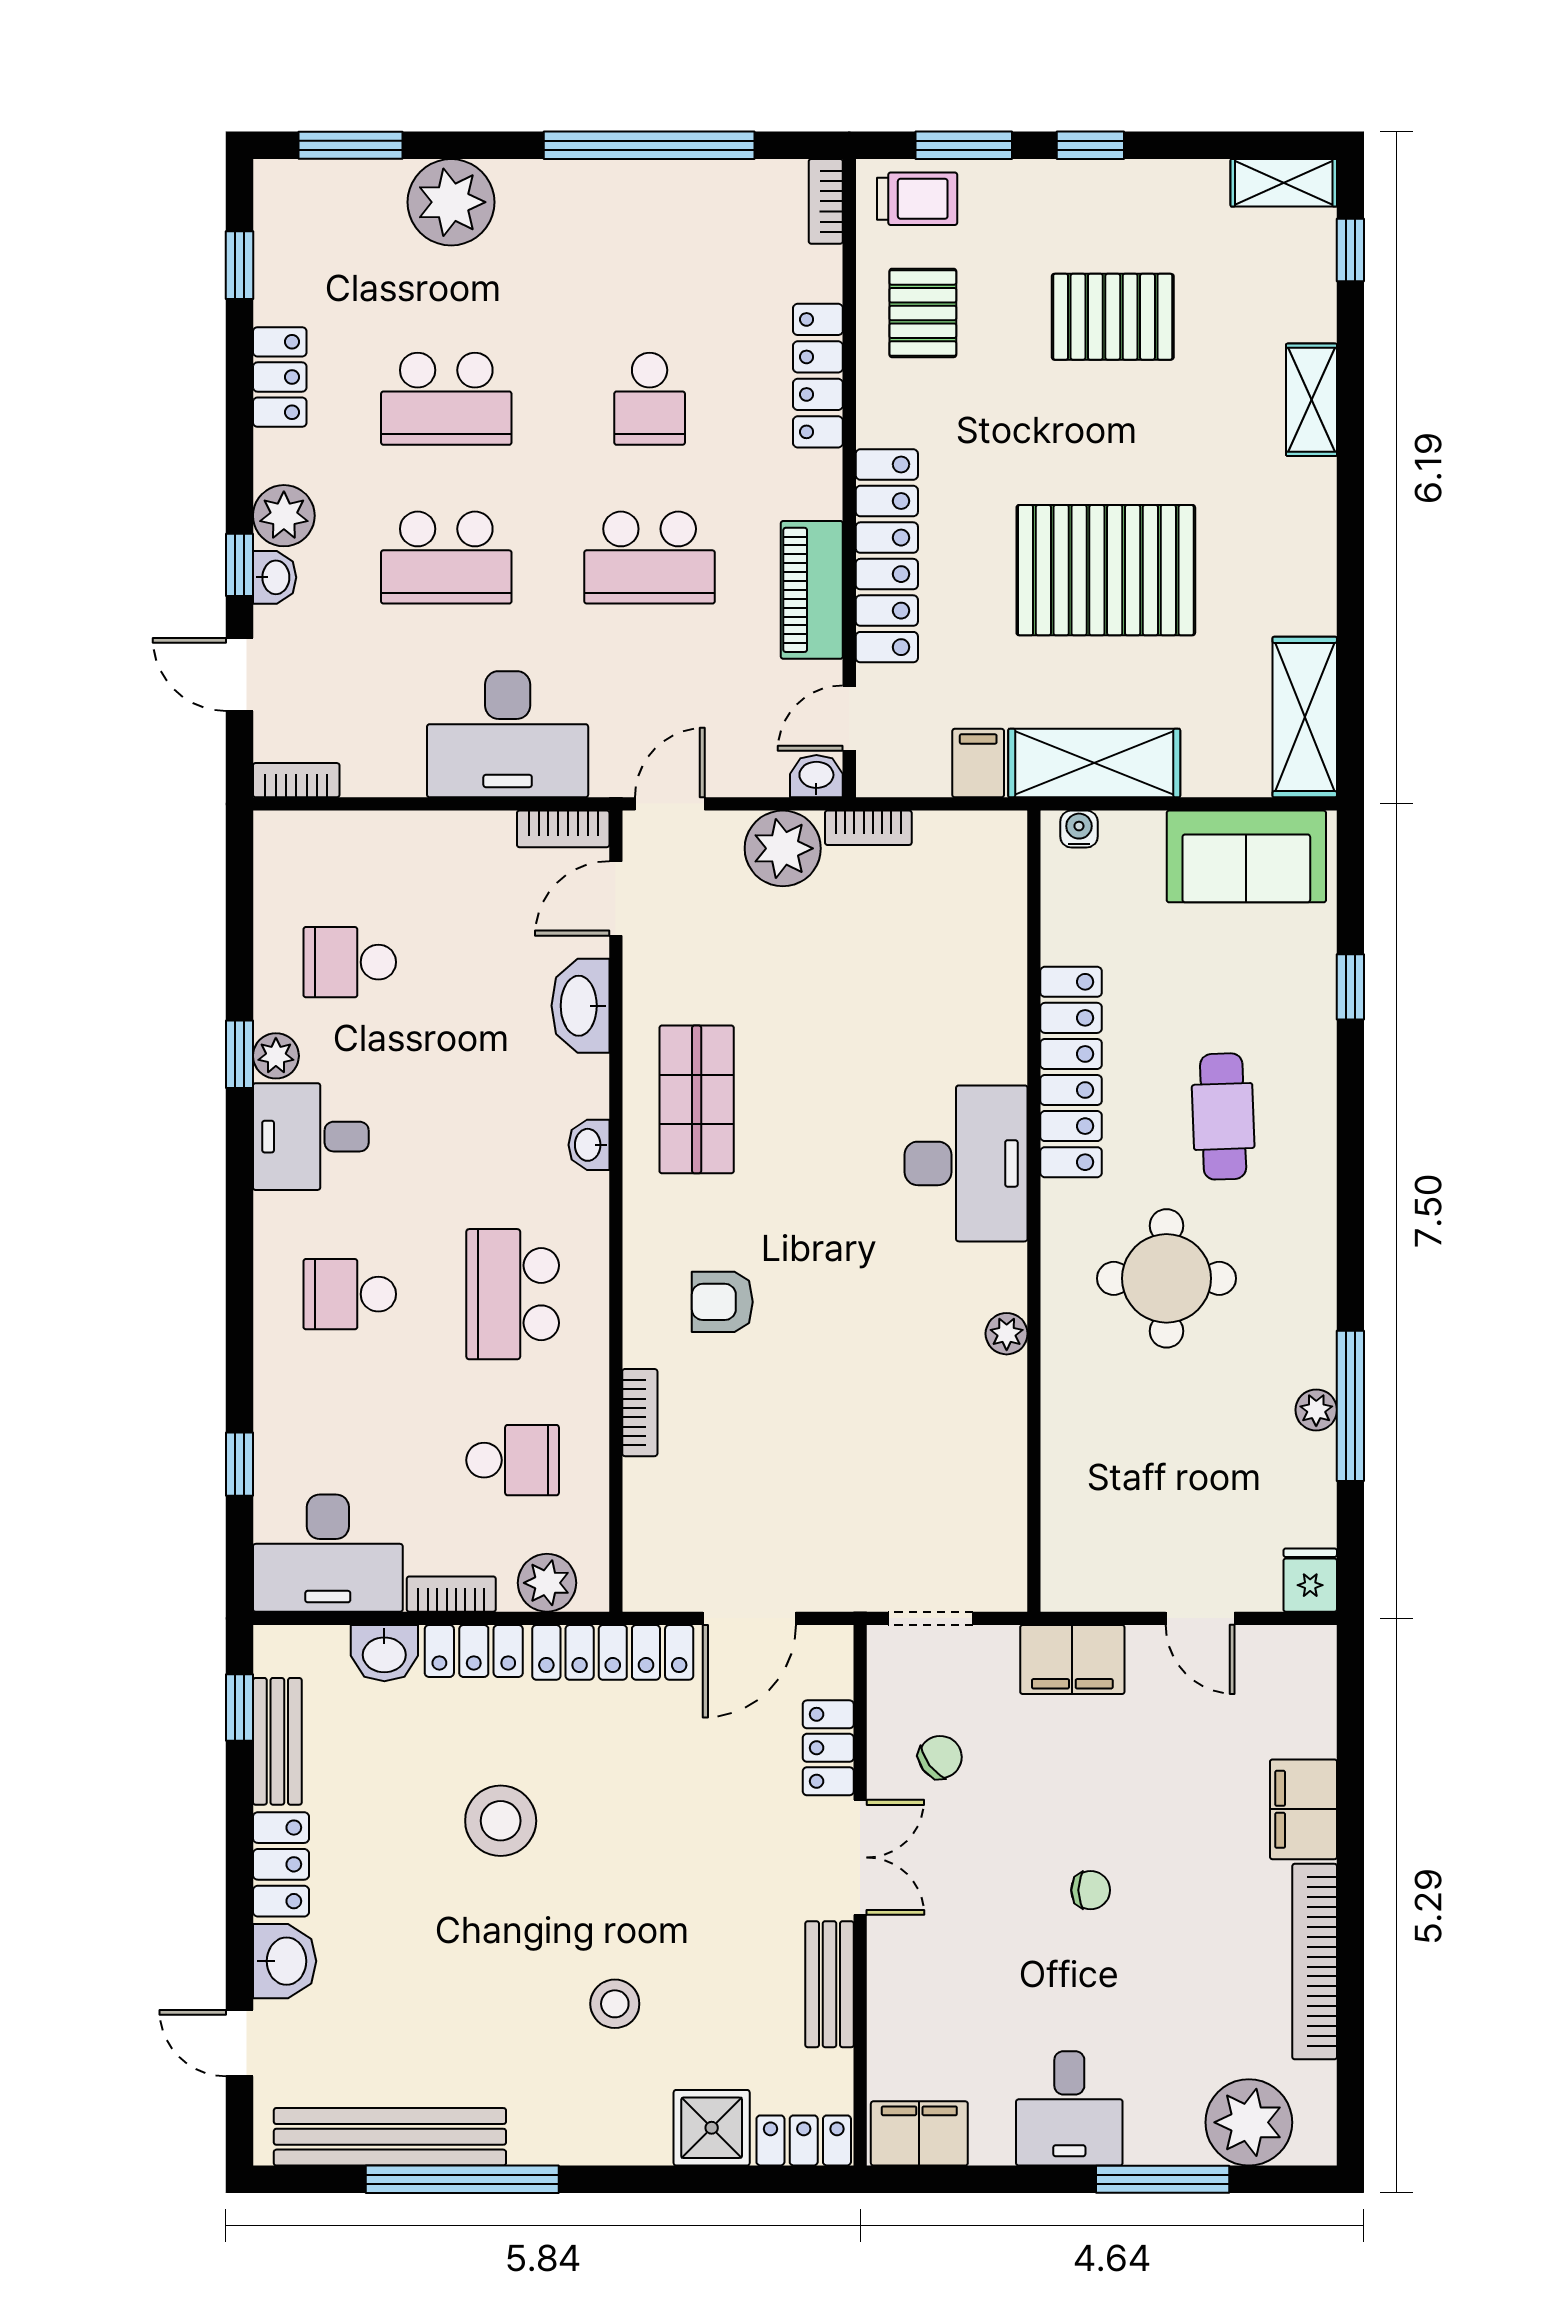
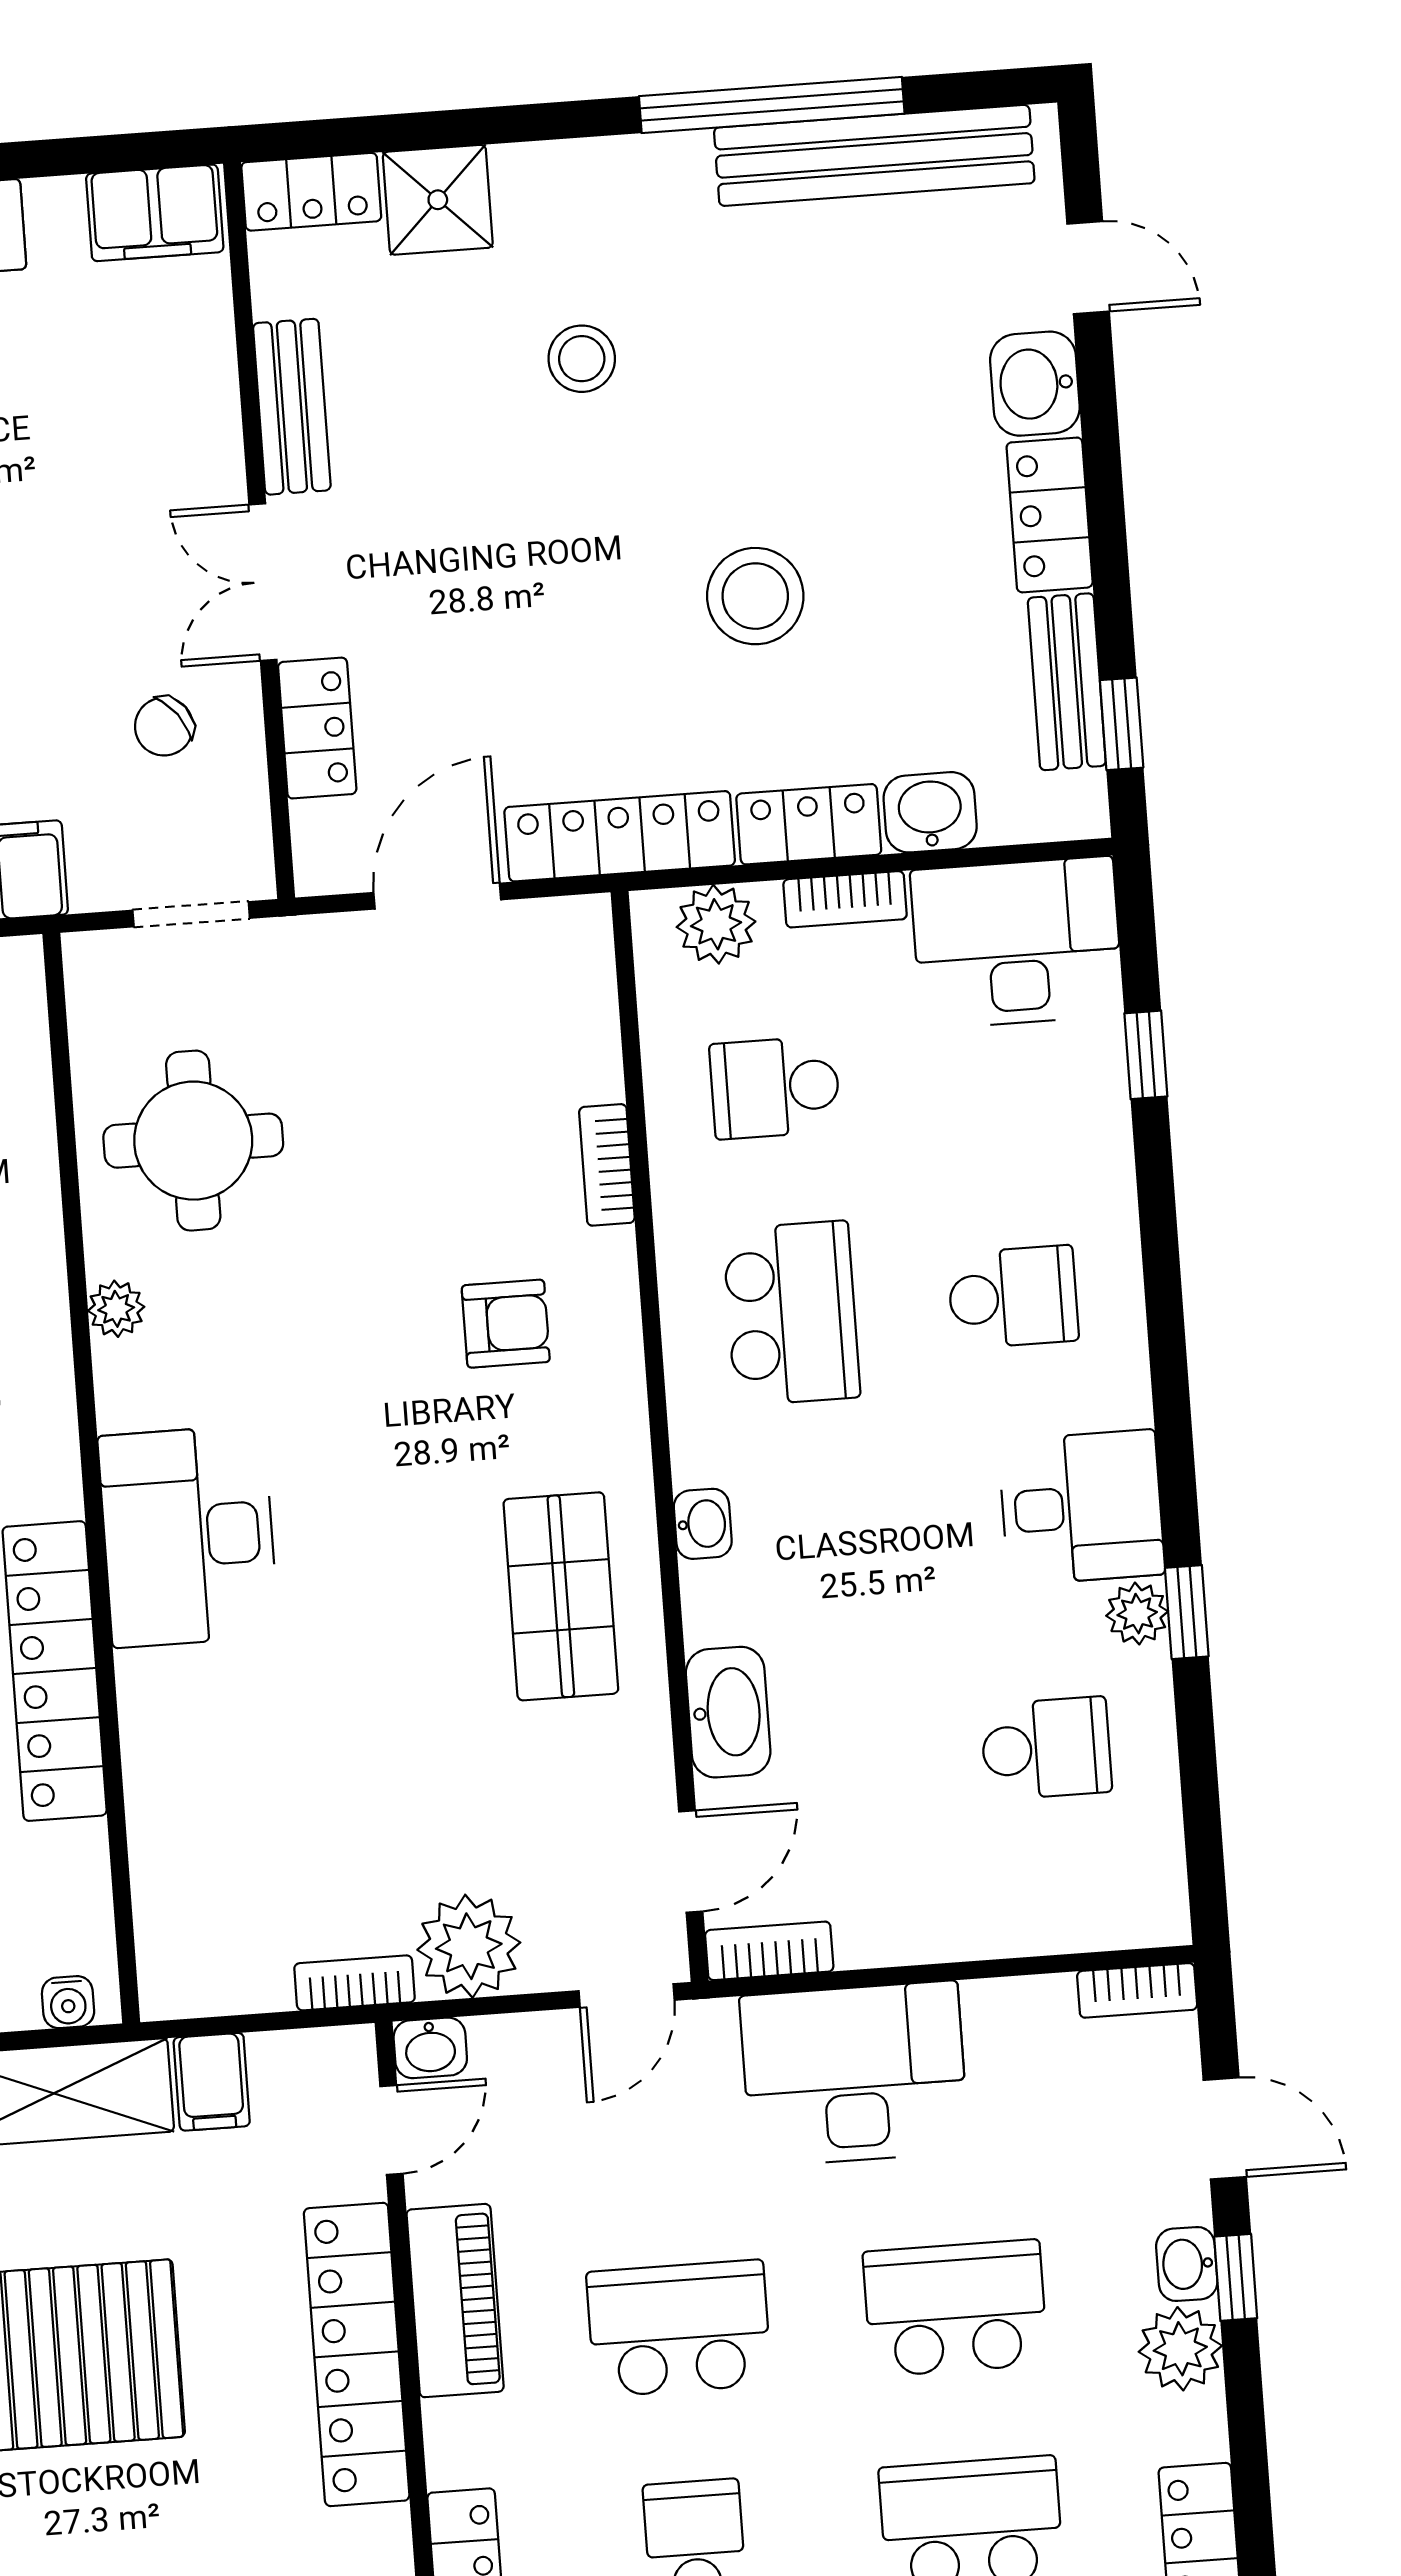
round table: (941, 1453) -> (193, 1141), added

